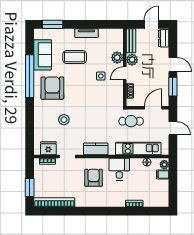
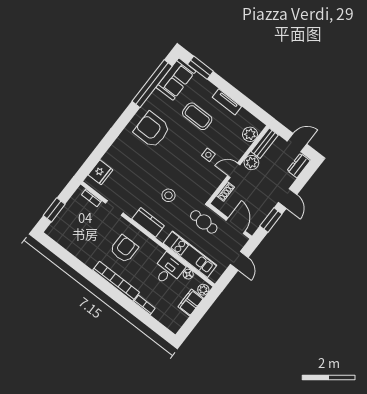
sofa: (43, 55) -> (176, 79), moved
plant: (117, 58) -> (250, 134), moved
window: (30, 76) -> (152, 84), moved
armchair: (52, 88) -> (152, 130), turned -90
door: (153, 108) -> (236, 226), hinge flipped
stool: (64, 120) -> (169, 195), moved
fridge: (48, 148) -> (100, 172), moved, turned 90
desk: (119, 169) -> (168, 270), moved
filing cabinet: (163, 174) -> (191, 303), width x2.00
bookcase: (54, 202) -> (116, 281), moved

